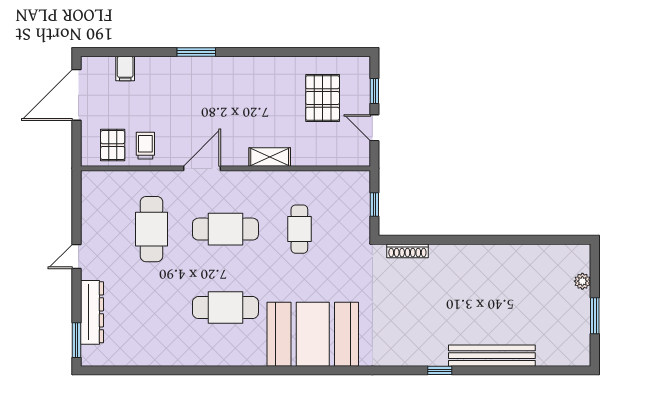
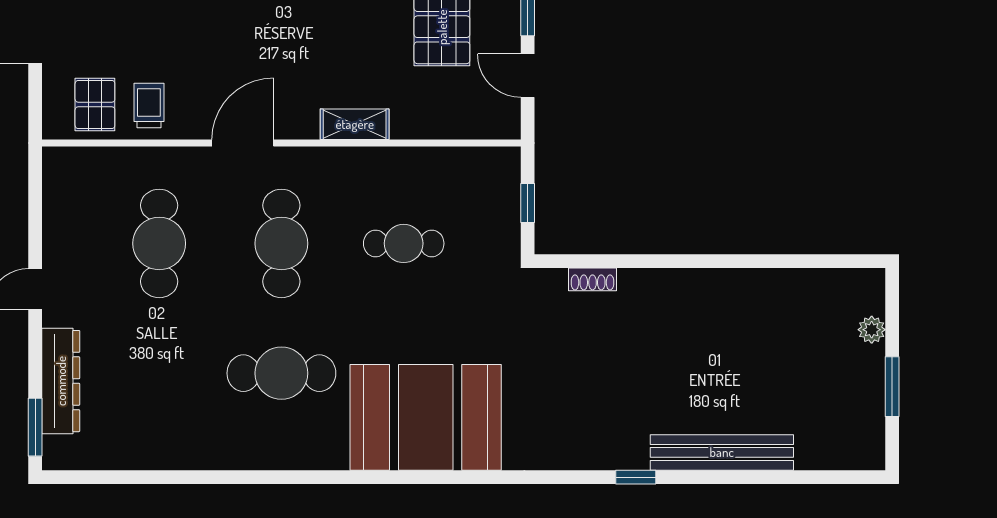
cafe table: (225, 229) -> (281, 243), turned 90
cafe table: (299, 229) -> (404, 243), turned 90
shoe rack: (407, 251) -> (593, 279), width x0.70

